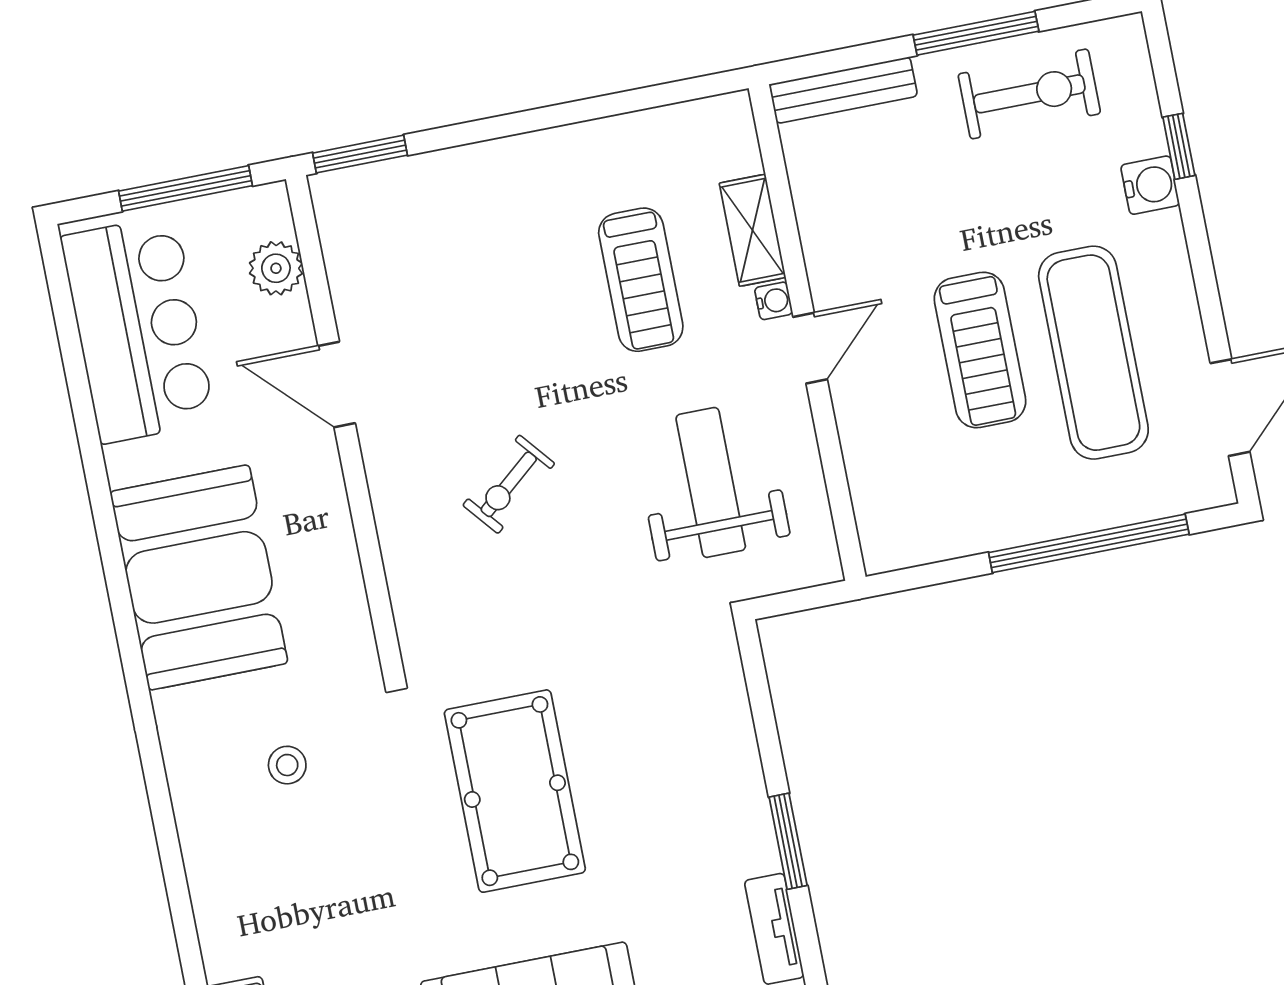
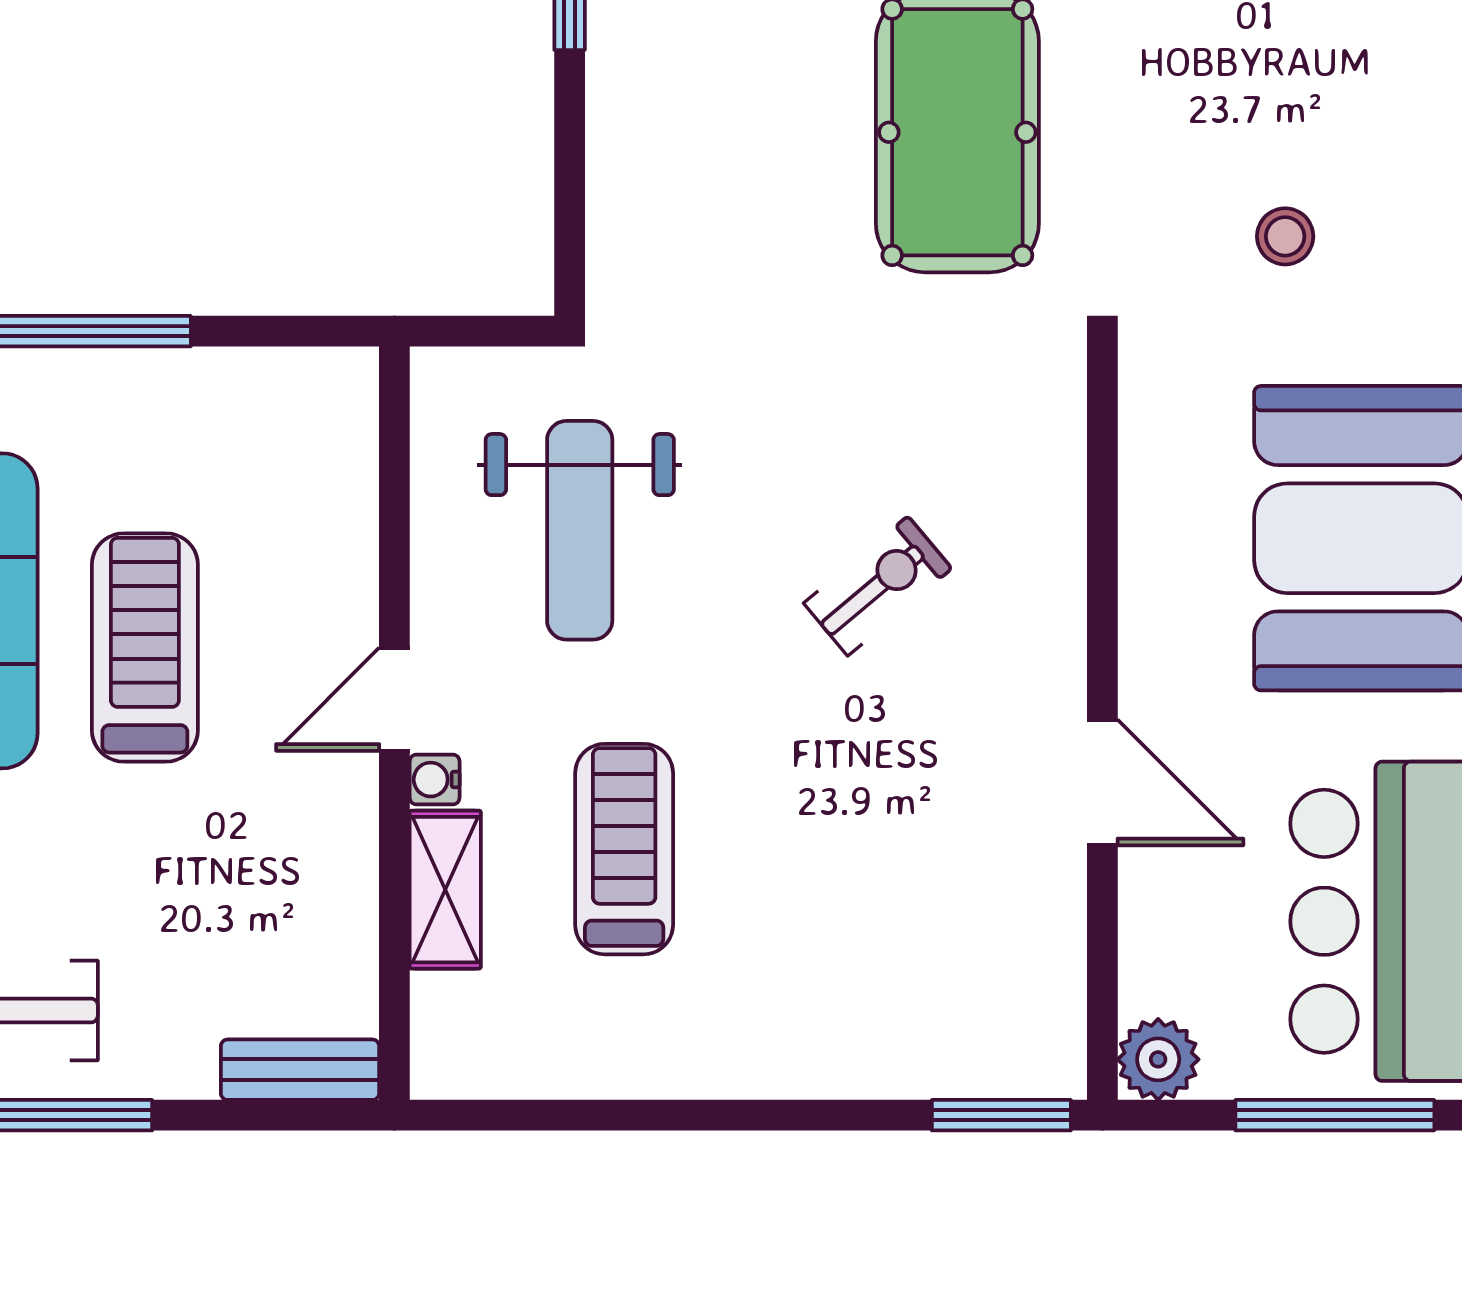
bench: (843, 90) -> (300, 1070), width x0.73
window: (186, 188) -> (1335, 1115), moved
plant: (276, 268) -> (1158, 1059), moved

